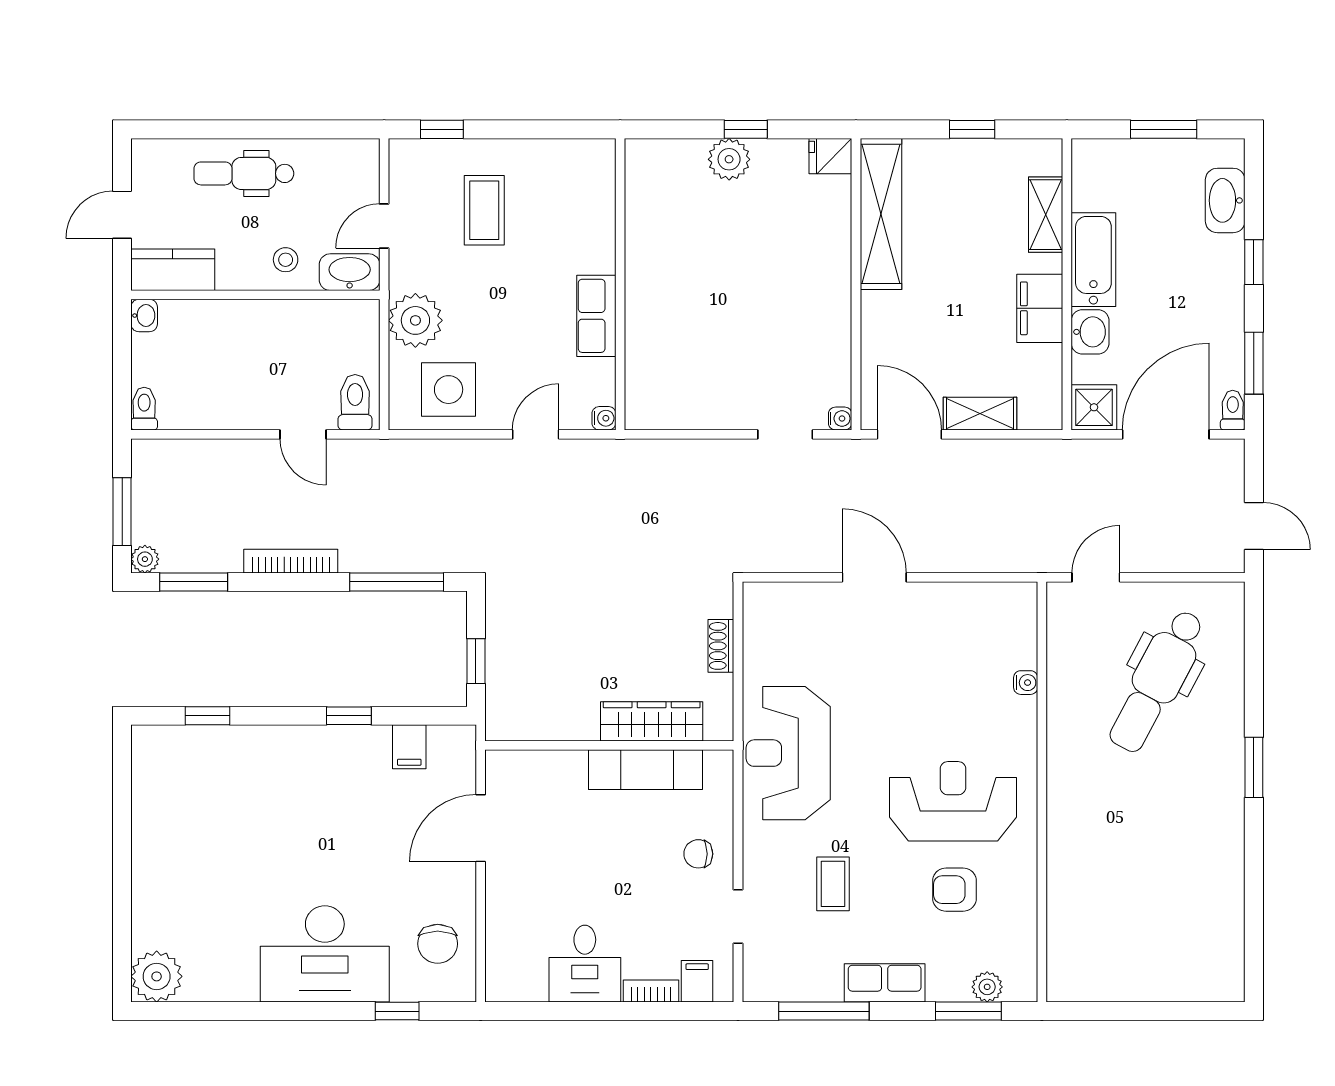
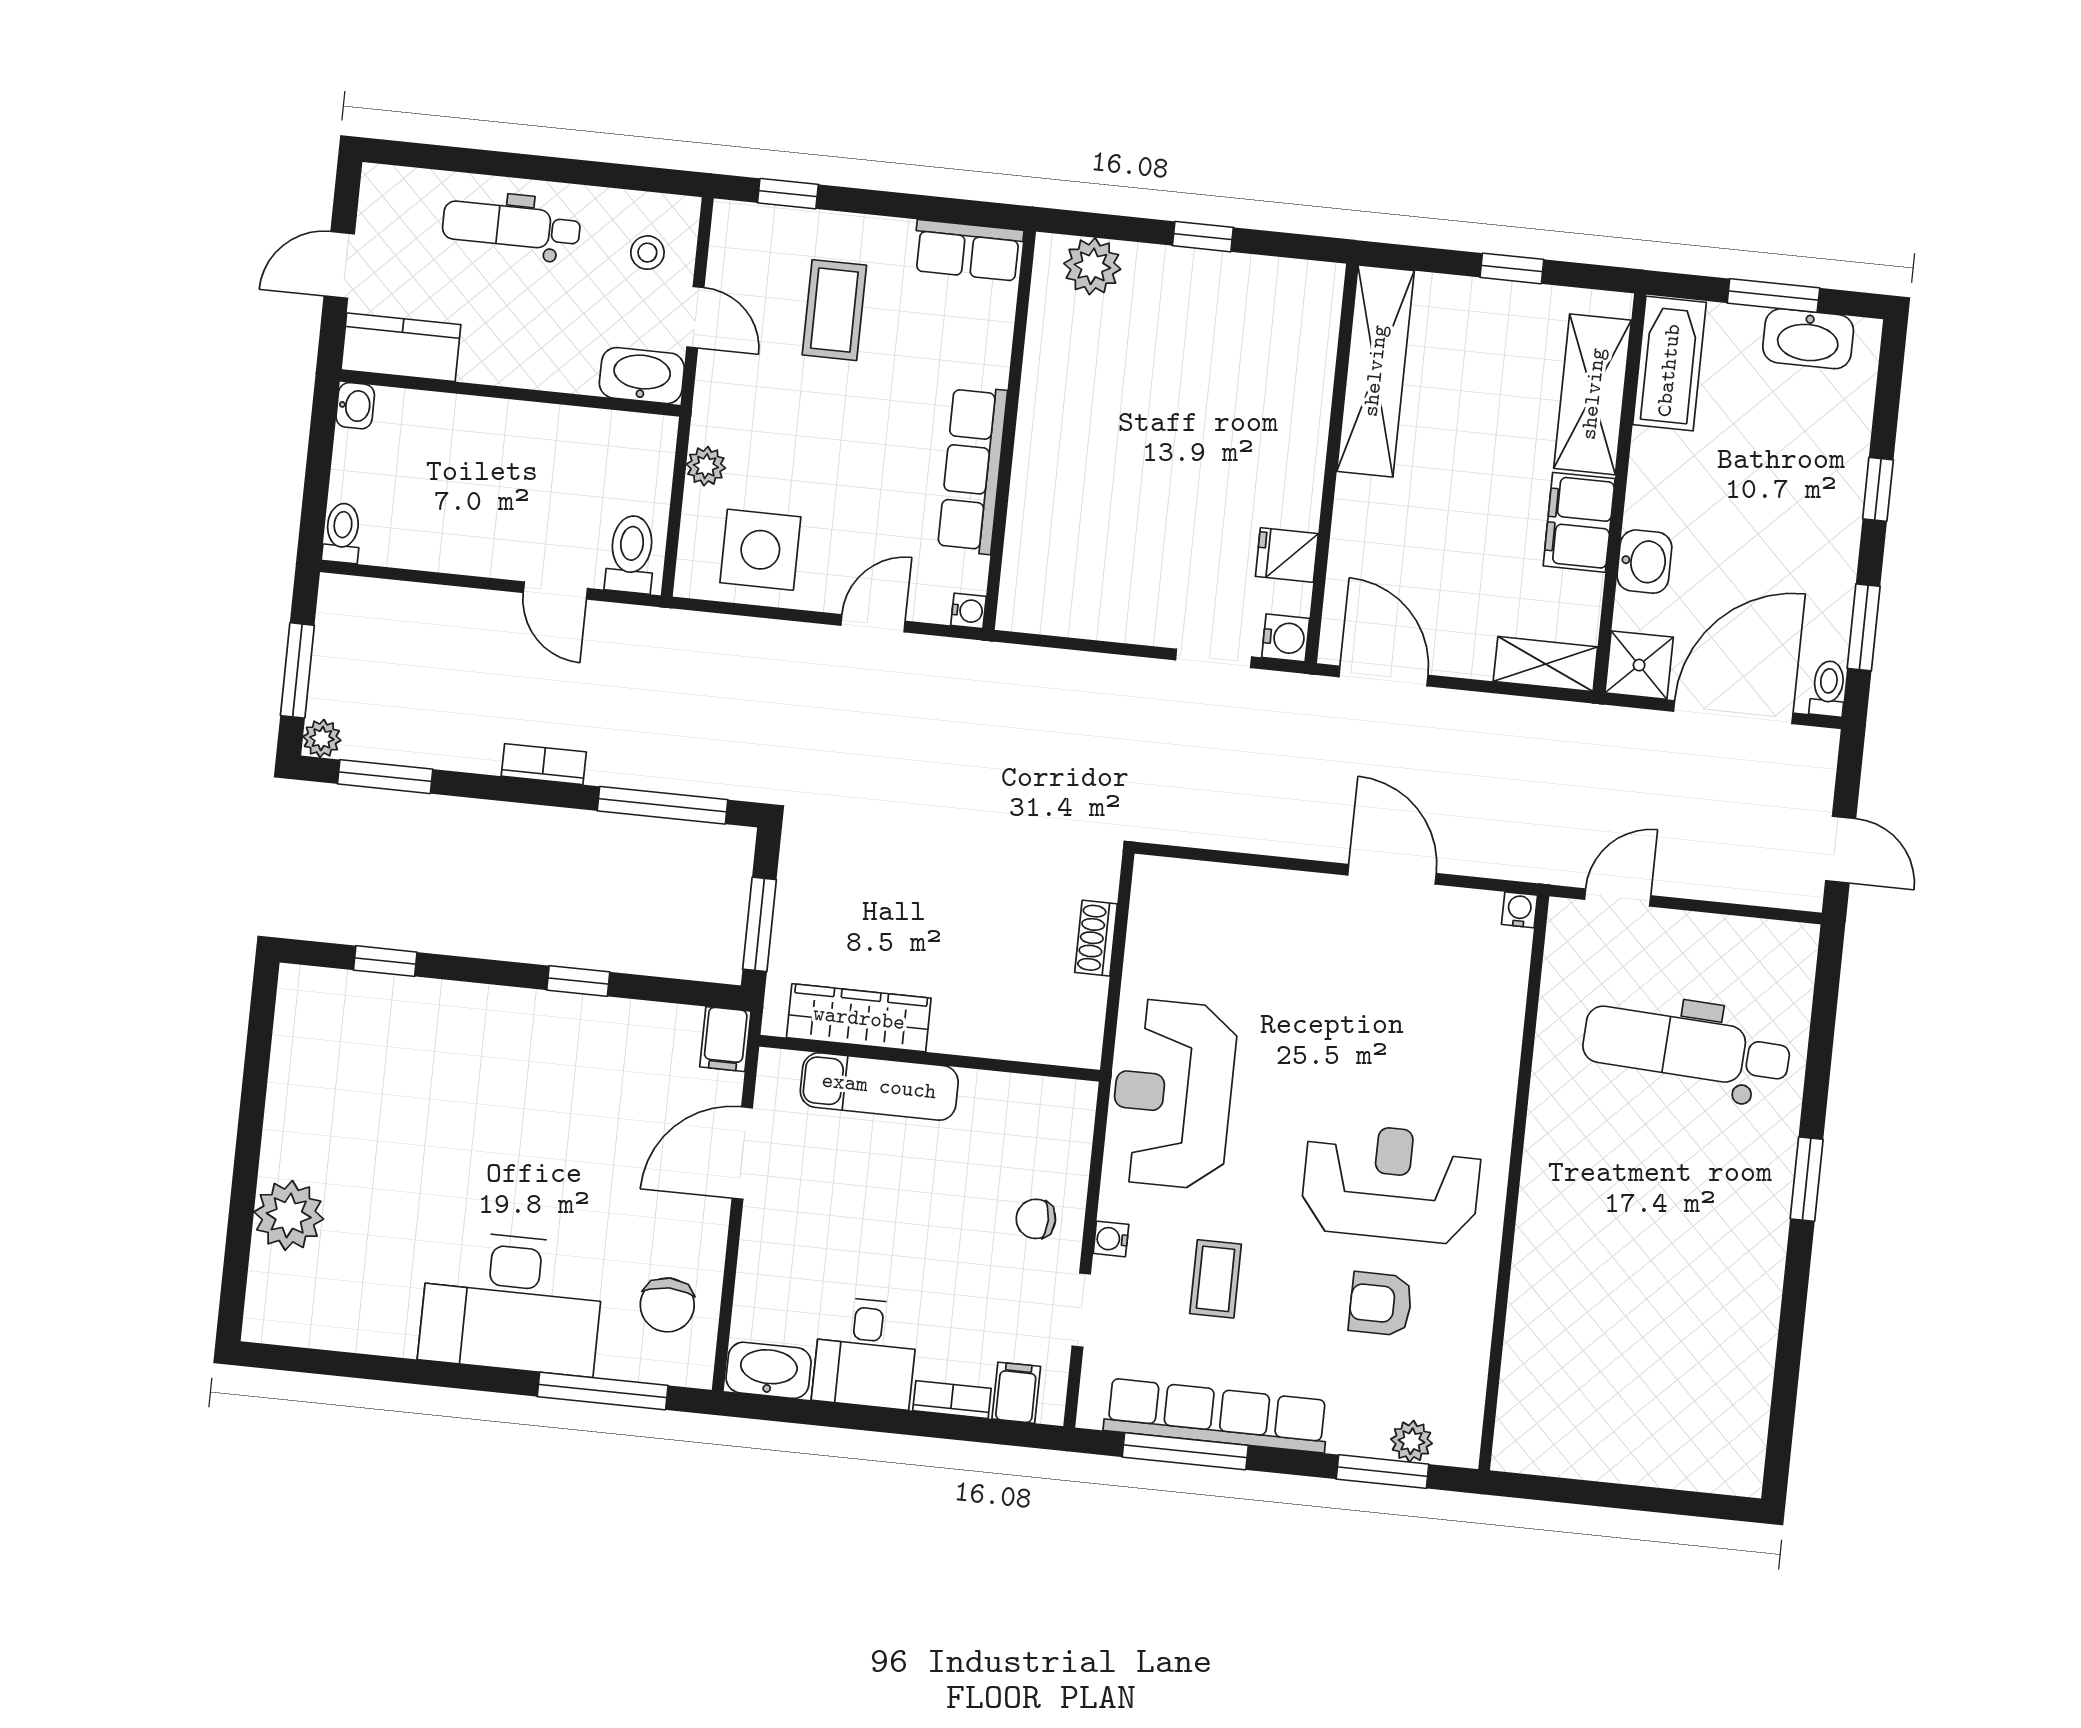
fridge: (830, 156) -> (1287, 555), moved
row of seats: (577, 157) -> (968, 250), added
plant: (729, 159) -> (1092, 266), moved
washbasin: (1225, 200) -> (1808, 339), moved, turned -90
shelving: (1046, 215) -> (1593, 394), width x1.50, depth x1.33
door: (384, 226) -> (695, 317), swing flipped
stool: (286, 260) -> (647, 253), moved
bathtub: (1093, 260) -> (1669, 364), moved
row of seats: (596, 316) -> (972, 470), width x1.48
plant: (415, 320) -> (706, 466), width x0.53, depth x0.53
shelving: (980, 414) -> (1545, 664), moved
water cooler: (840, 419) -> (1286, 638), width x1.38, depth x1.38
bookcase: (291, 561) -> (544, 764), width x0.64
door: (874, 577) -> (1392, 874), moved
window: (476, 661) -> (760, 924), width x1.50
dental chair: (1157, 681) -> (1686, 1048), turned 65
water cooler: (1026, 683) -> (1520, 910), moved, turned -90
wardrobe: (652, 721) -> (859, 1018), moved
filing cabinet: (409, 747) -> (725, 1039), moved
exam couch: (646, 770) -> (879, 1086), moved
water cooler: (754, 863) -> (1111, 1239), added
plant: (157, 976) -> (289, 1215), moved
row of seats: (885, 983) -> (1216, 1416), width x2.02
washbasin: (516, 984) -> (769, 1370), added
window: (397, 1011) -> (603, 1391), width x2.17

